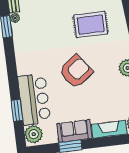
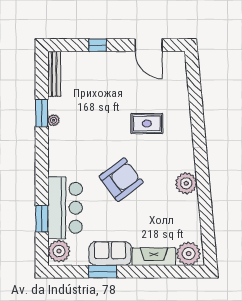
plant: (15, 18) -> (54, 120), moved
rug: (91, 25) -> (147, 124), width x0.73, depth x0.70

